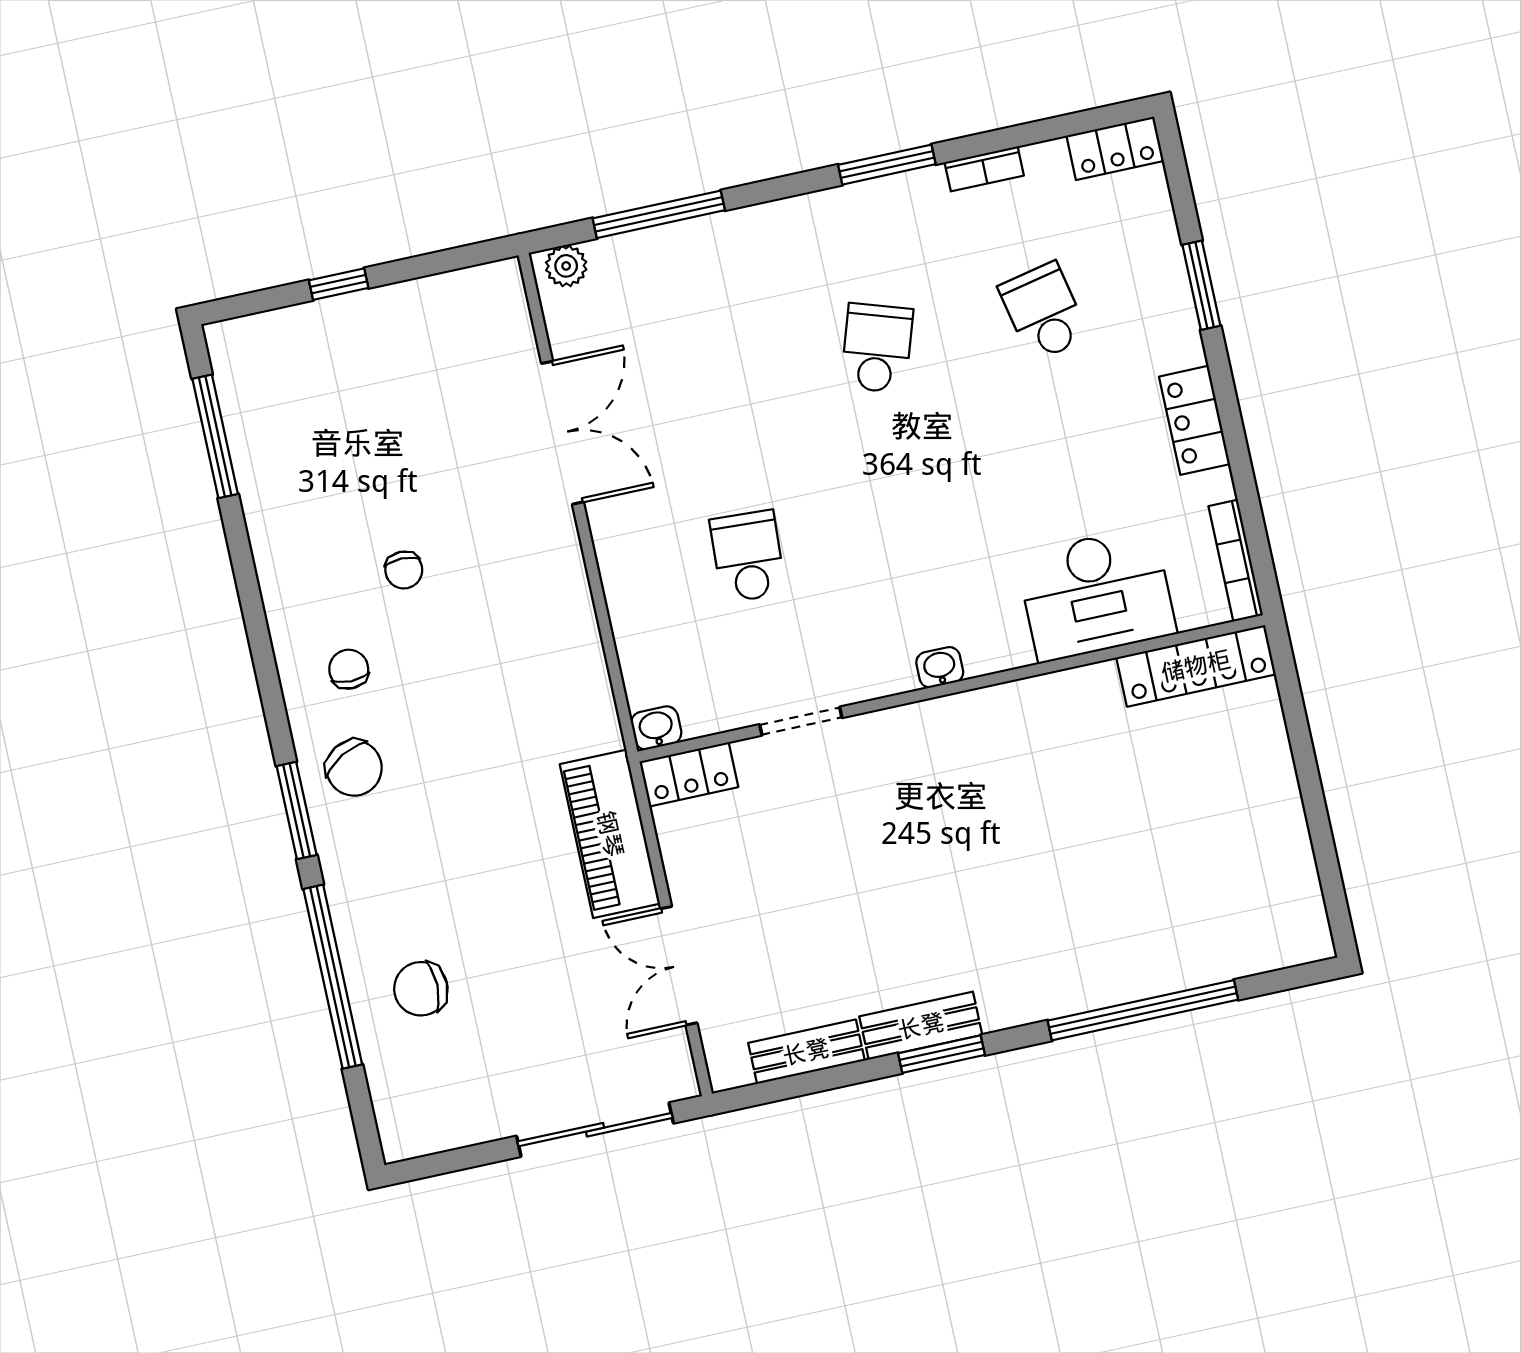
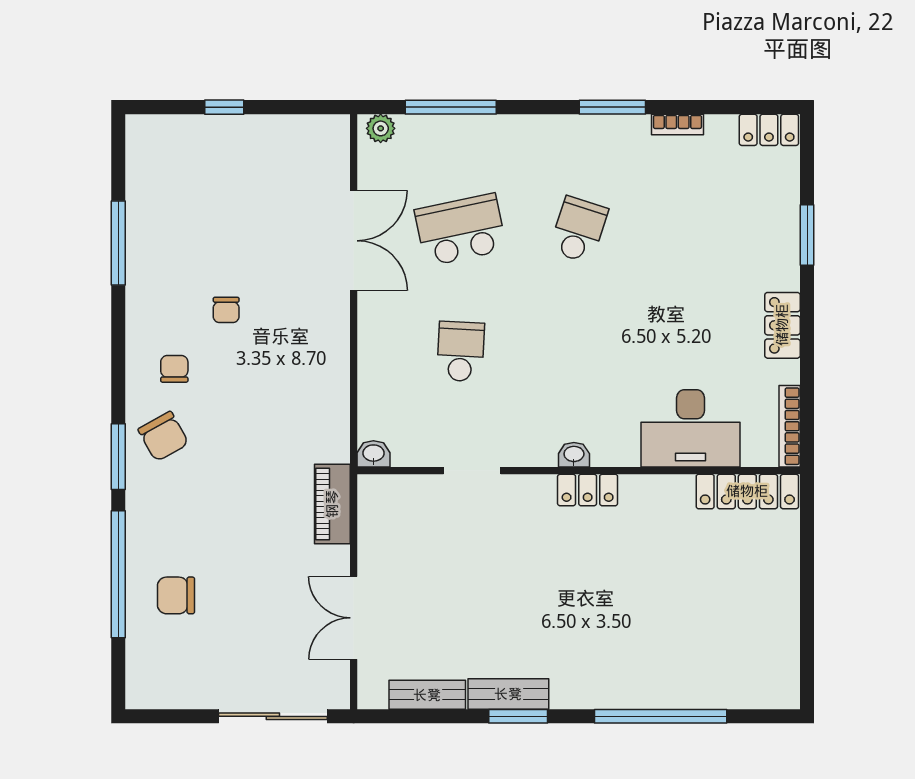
school desk: (1044, 312) -> (461, 230), moved, width x1.85
window: (215, 436) -> (118, 243), moved
locker: (689, 774) -> (588, 490), moved
piano: (610, 834) -> (332, 504), width x0.73, depth x0.75

